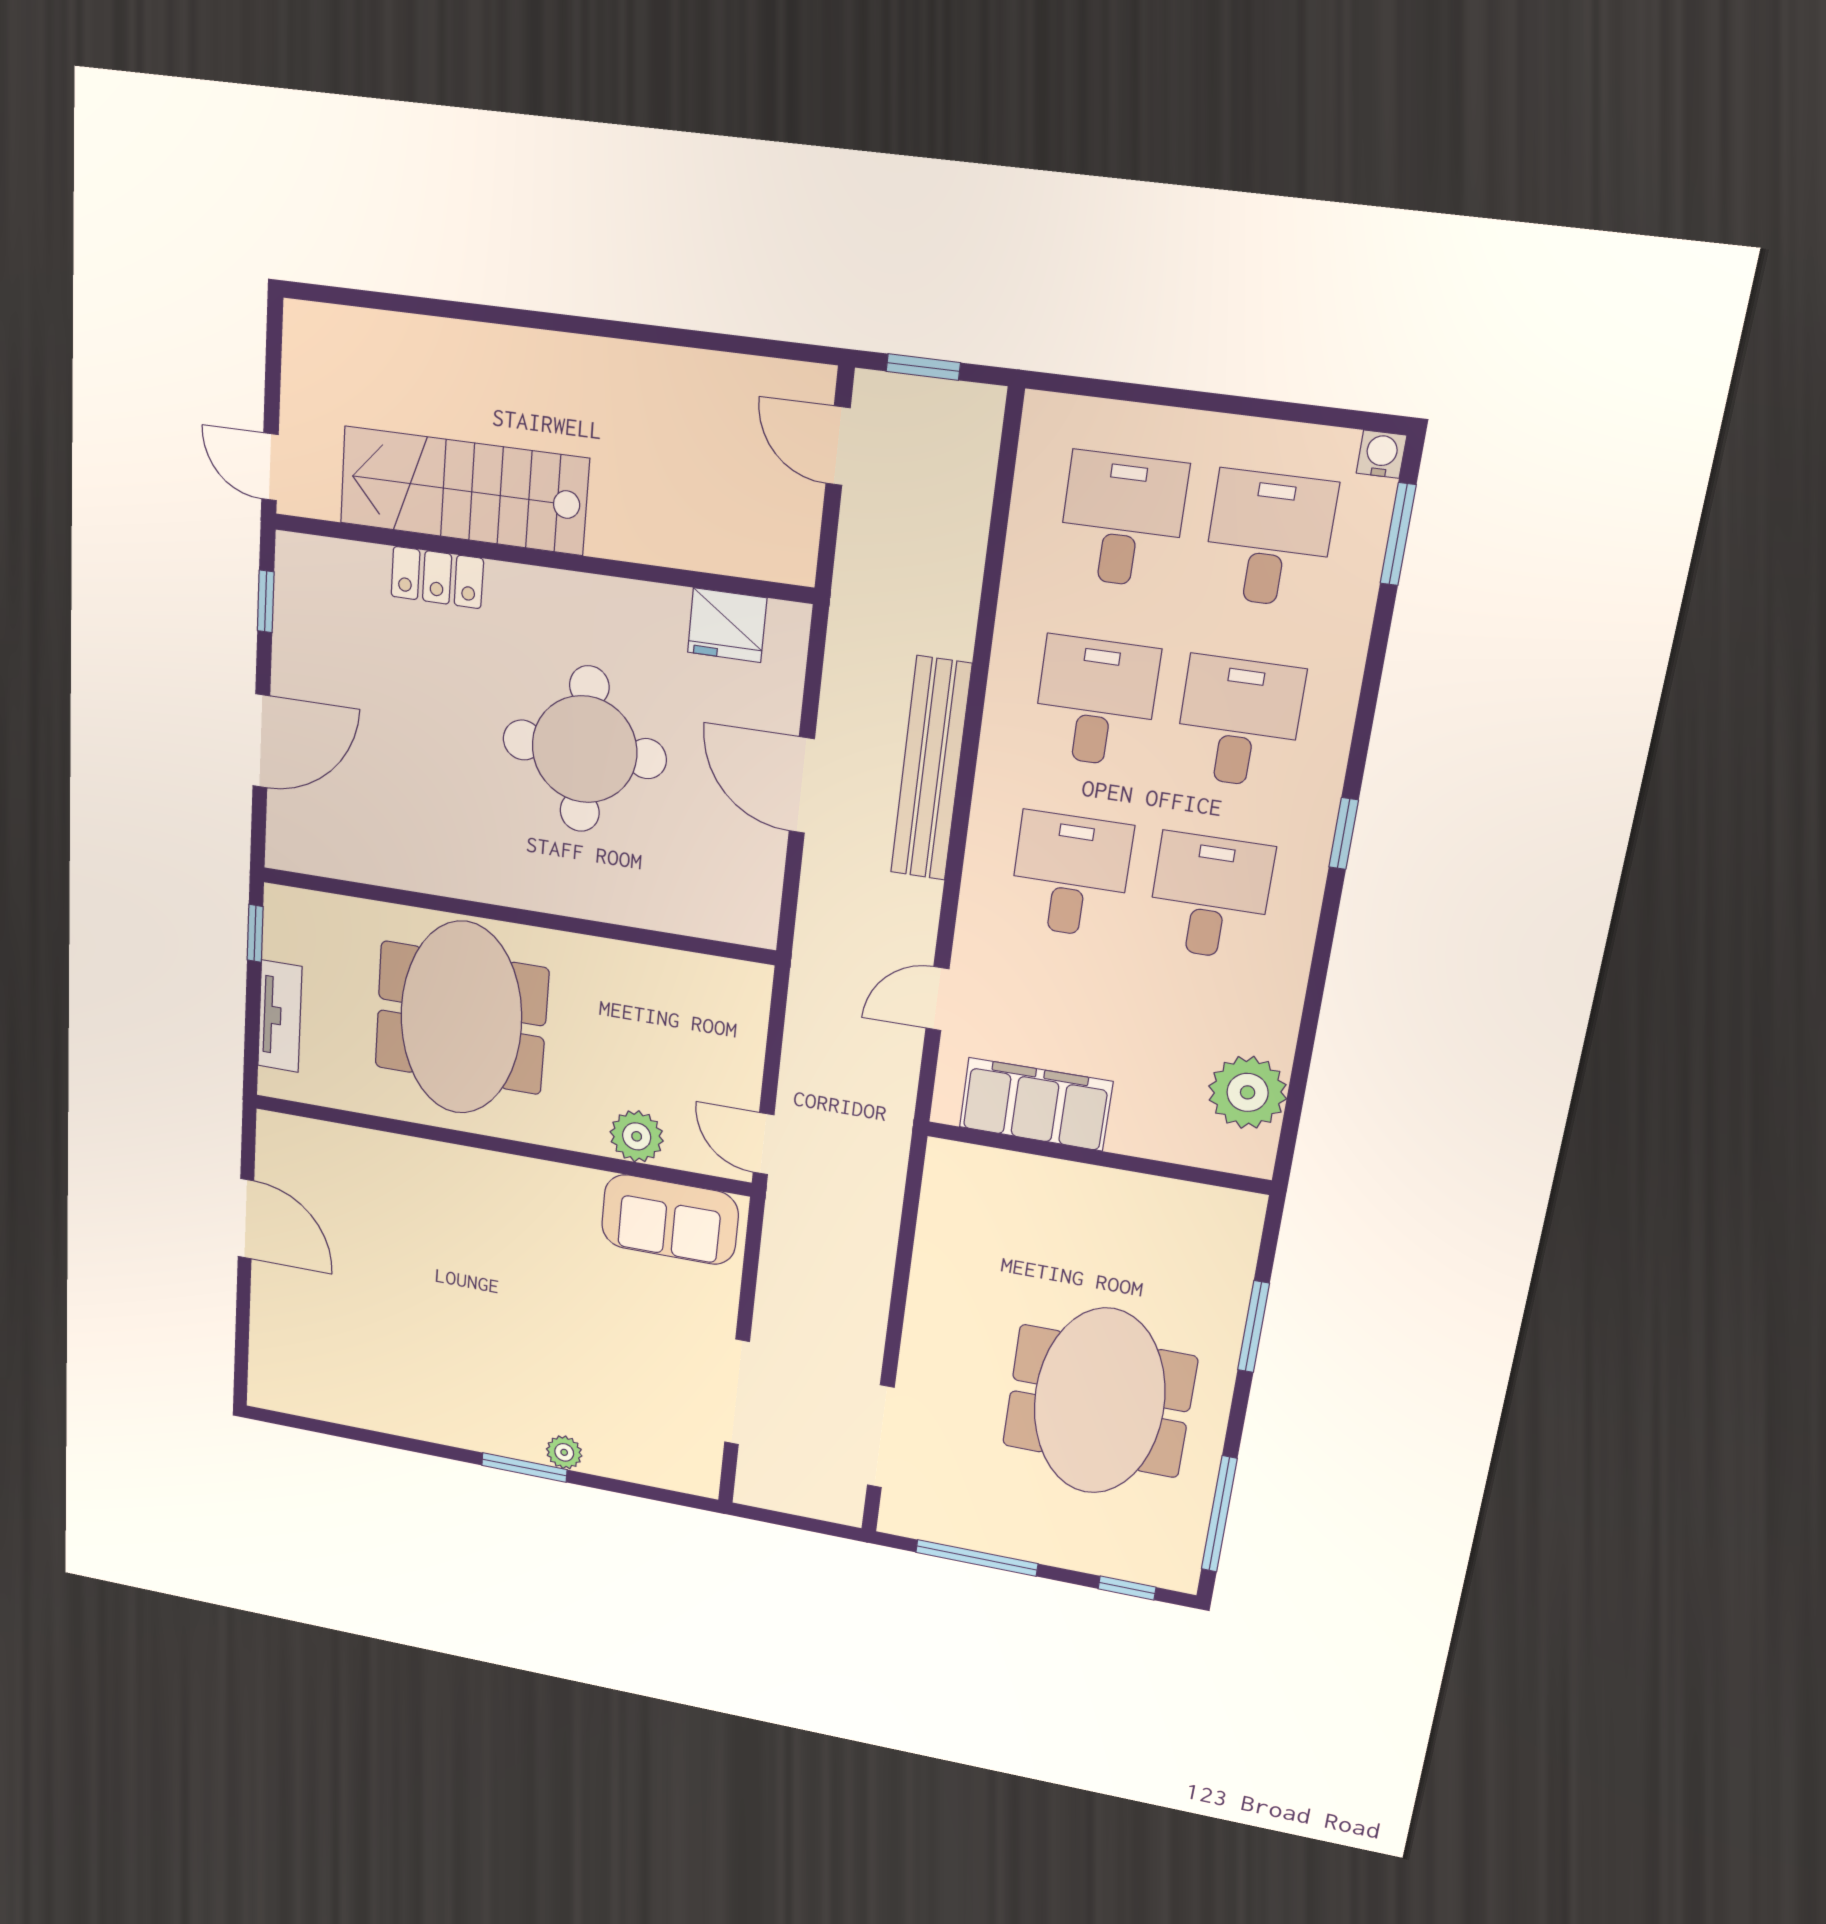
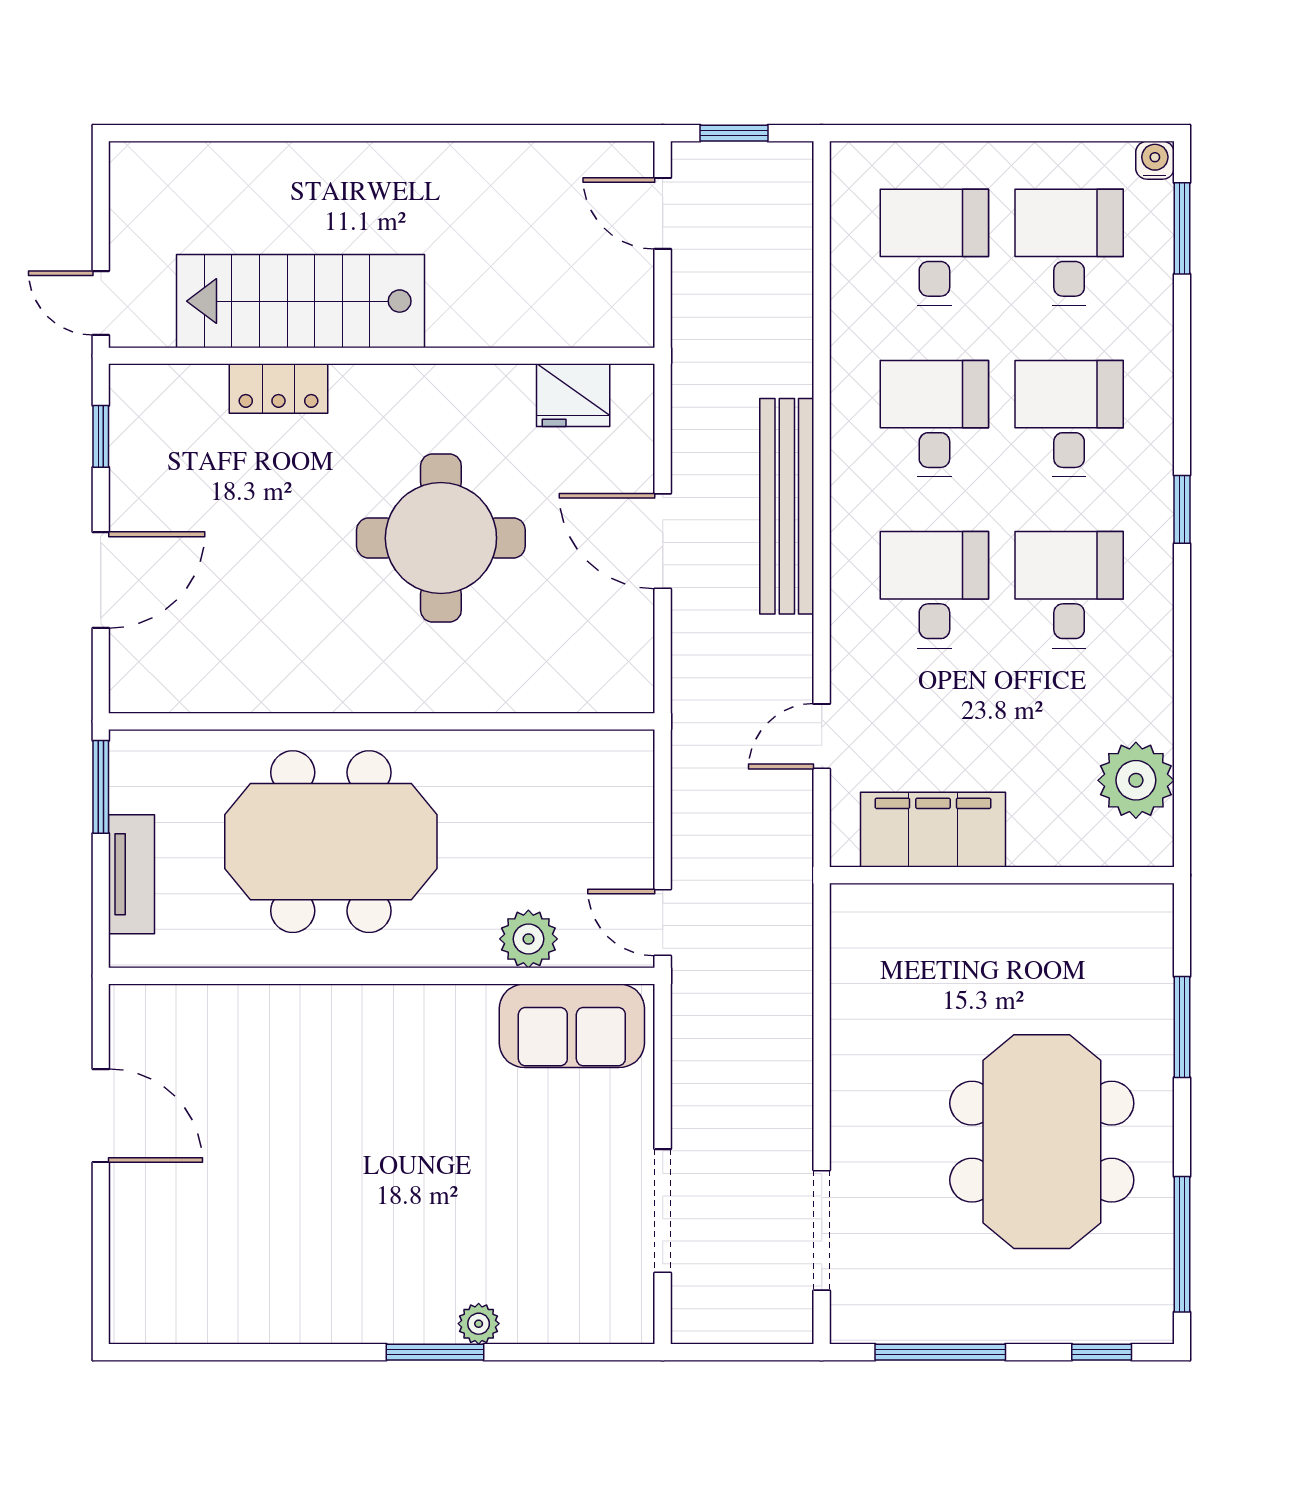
window: (255, 933) -> (101, 787), width x1.50
meeting table: (461, 1018) -> (331, 842), turned 90

